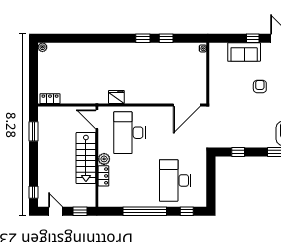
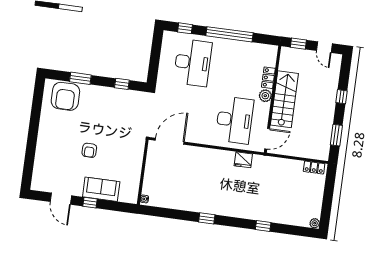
window: (166, 38) -> (263, 226), moved
door: (97, 119) -> (267, 139), hinge flipped
window: (33, 192) -> (342, 97), moved

